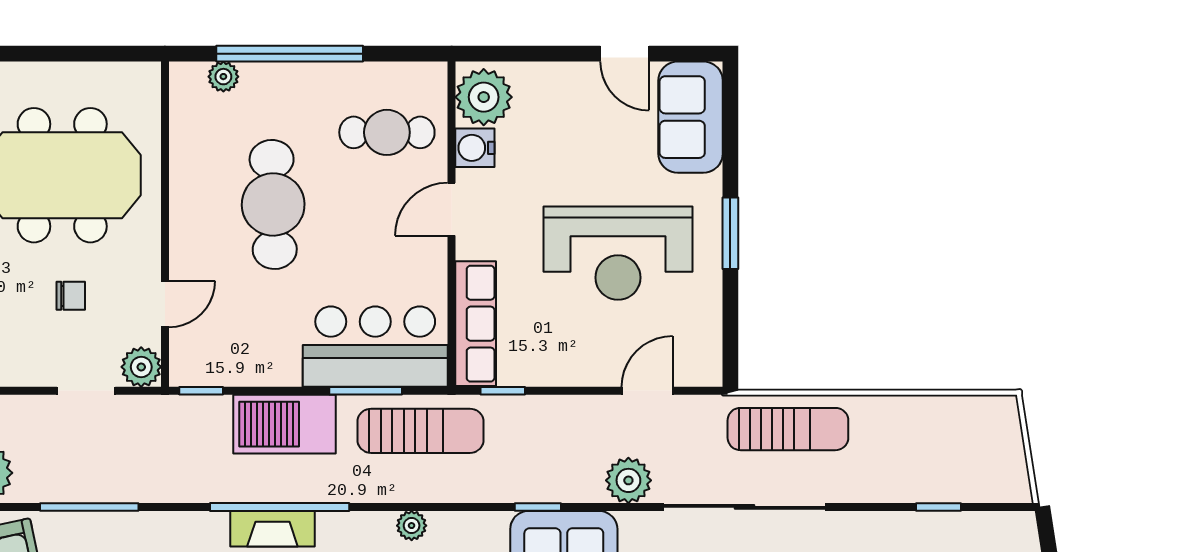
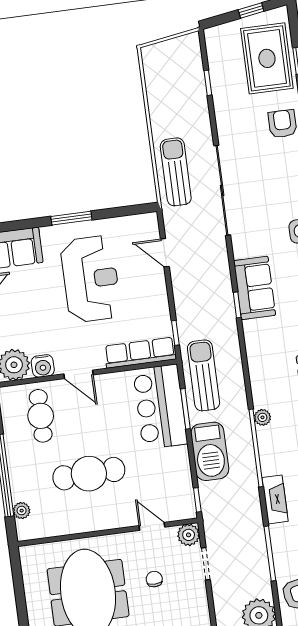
plant: (628, 480) -> (216, 257), removed
plant: (412, 526) -> (262, 417), moved
fireplace: (272, 529) -> (275, 499), moved

